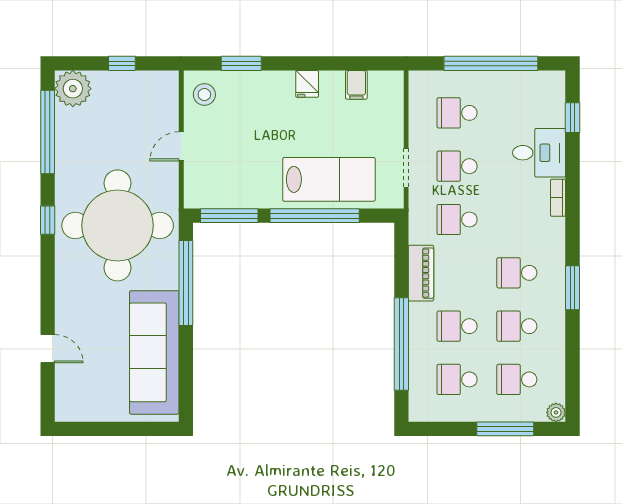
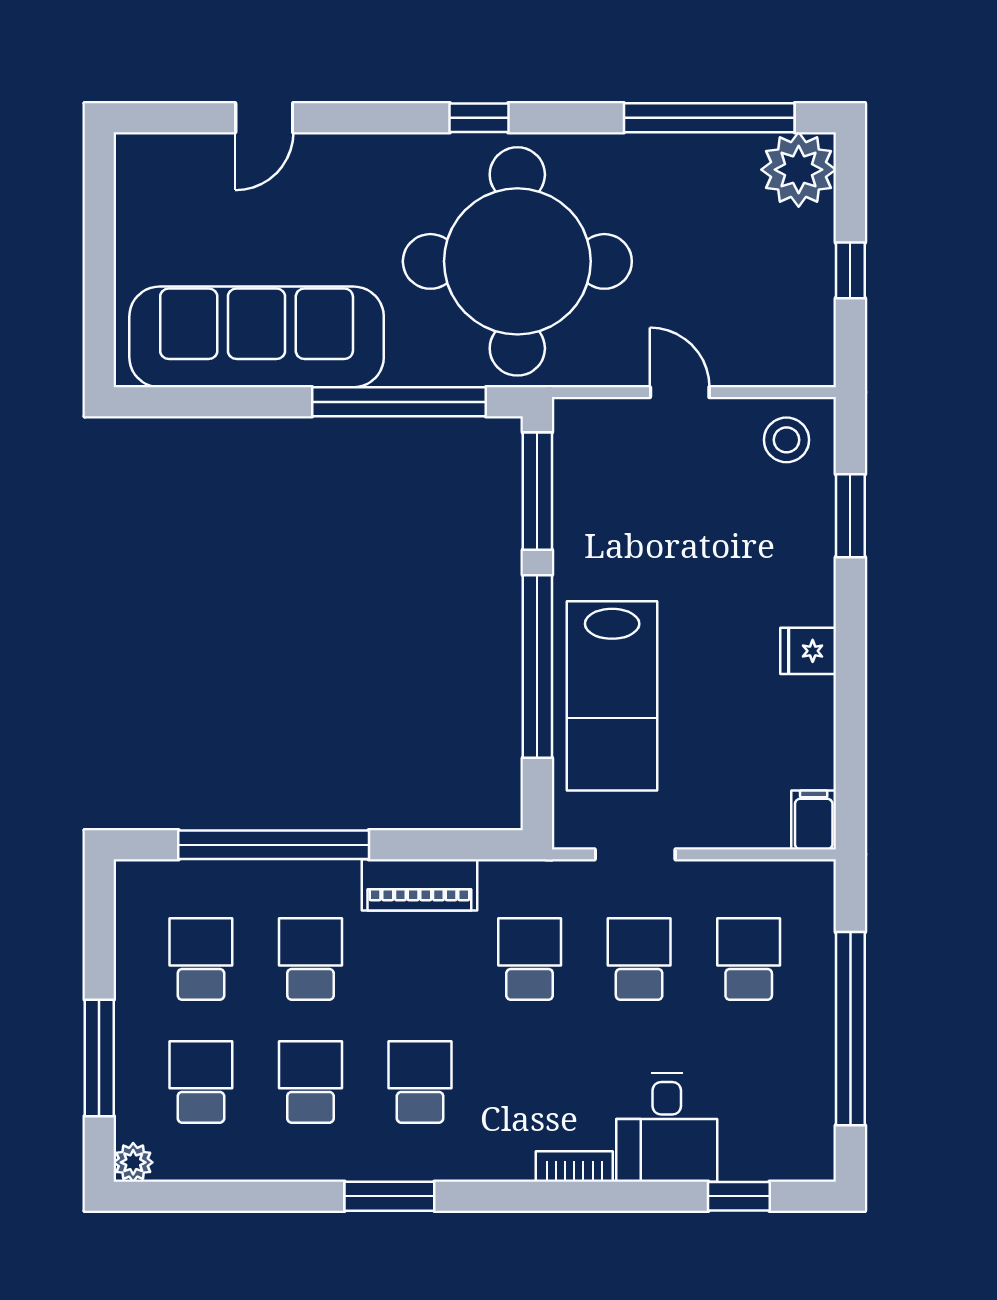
filing cabinet: (356, 85) -> (814, 820), moved, turned 90
window: (48, 220) -> (479, 118), moved

